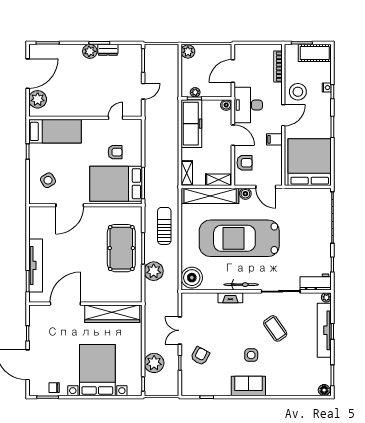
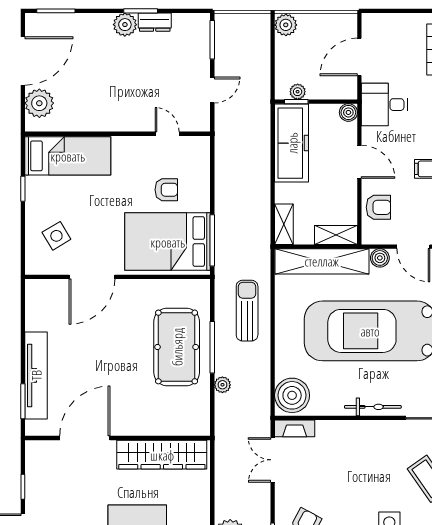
desk: (248, 105) -> (384, 105), width x0.73
door: (116, 118) -> (167, 134), hinge flipped
plant: (154, 271) -> (222, 385), width x0.53, depth x0.53
fireplace: (230, 298) -> (295, 428), moved
double door: (180, 330) -> (273, 460), moved

